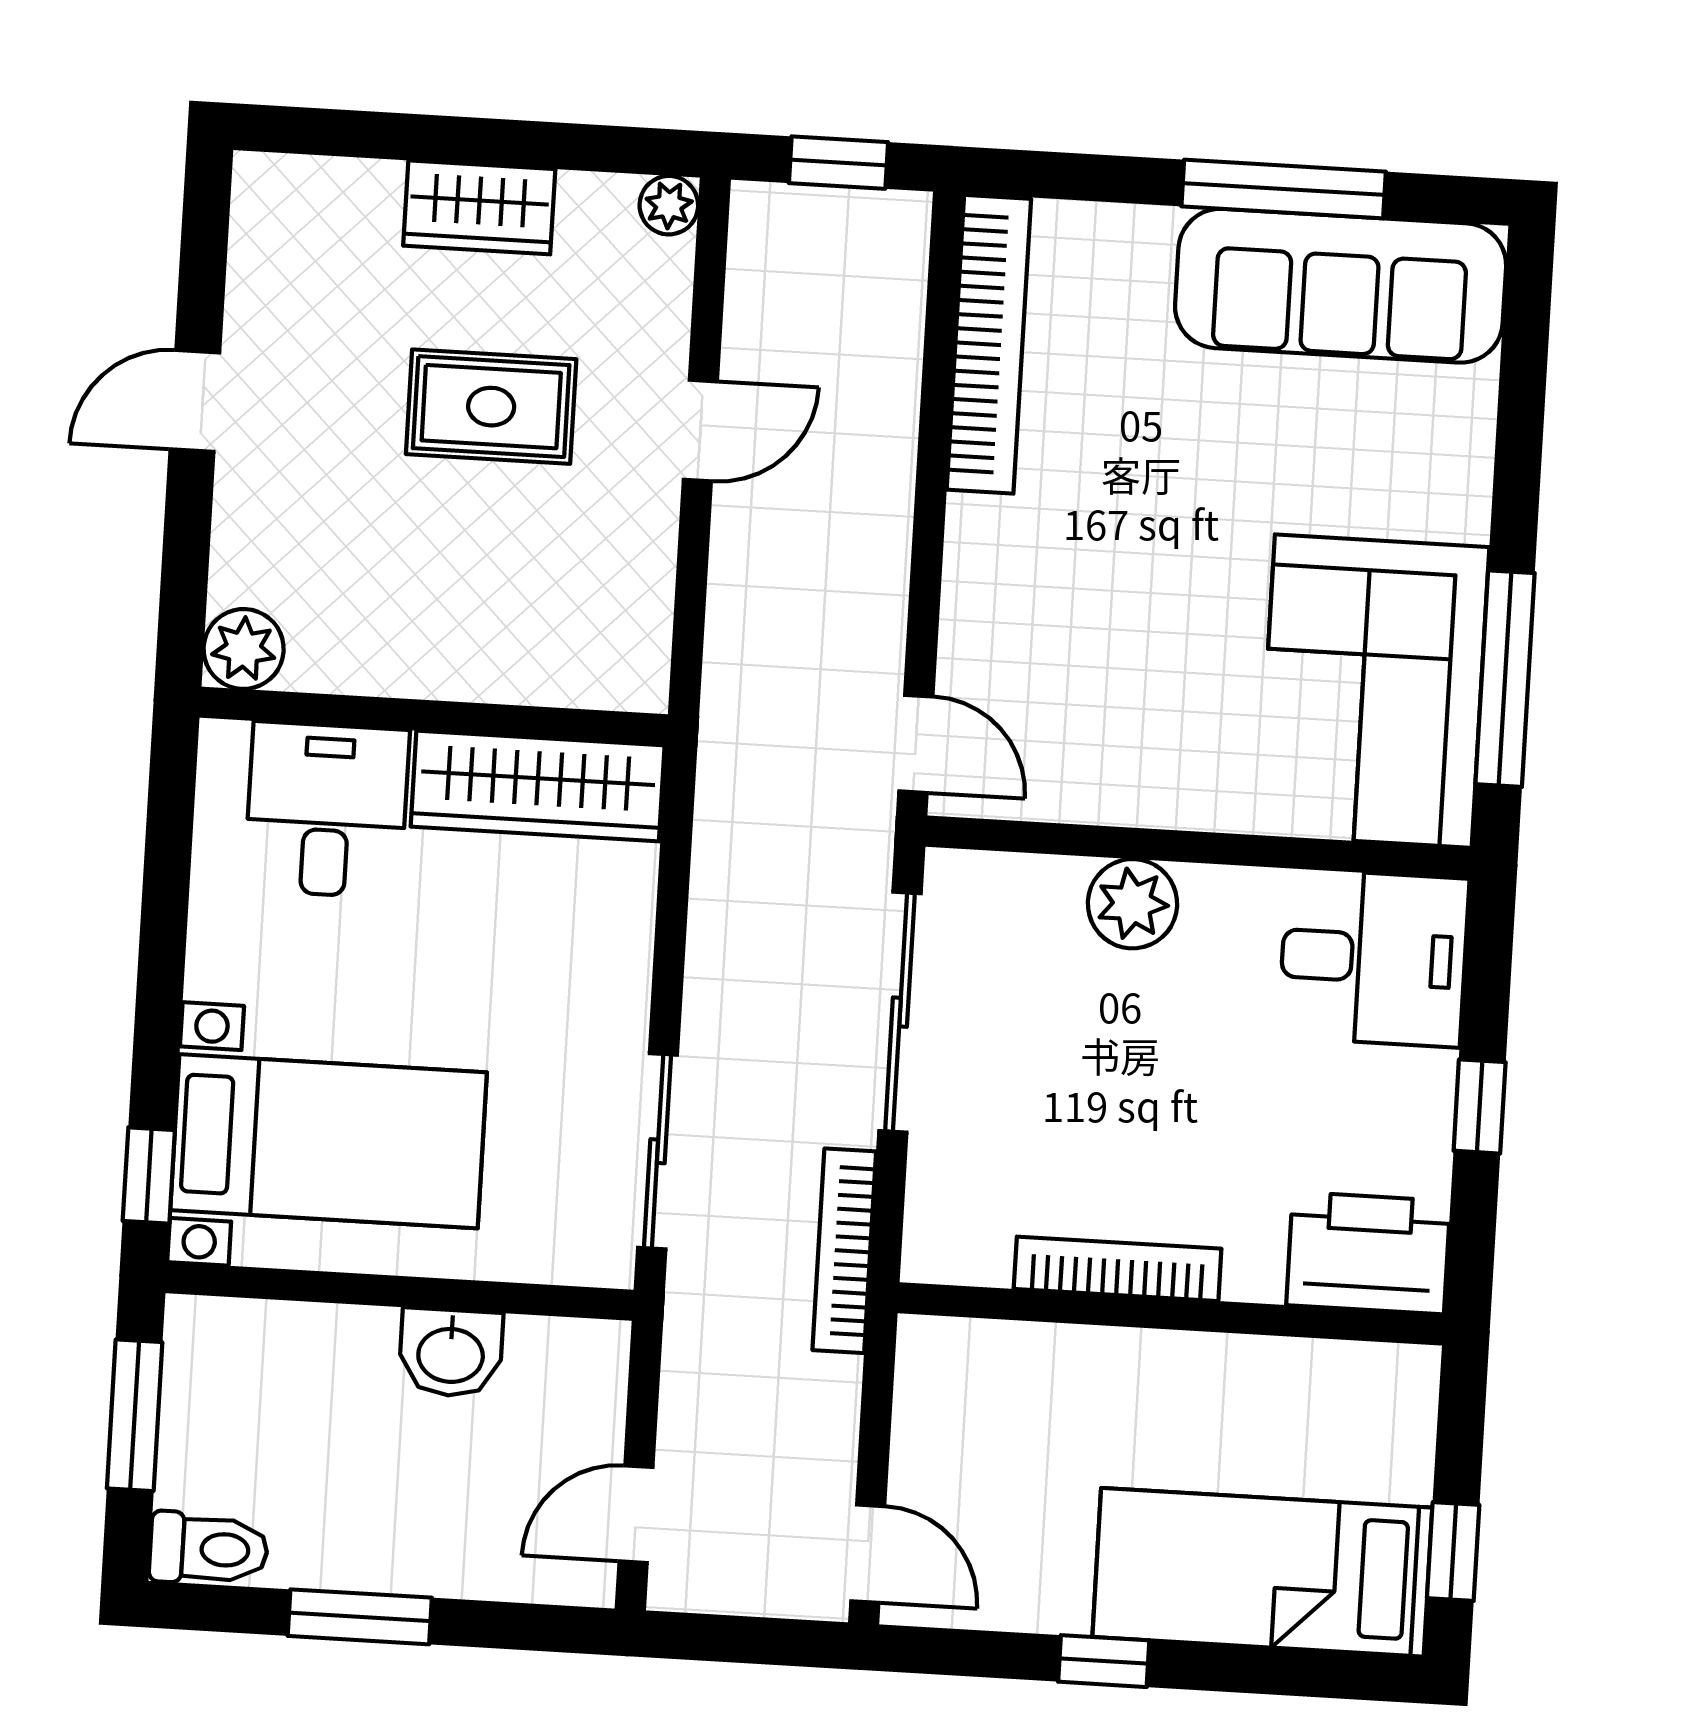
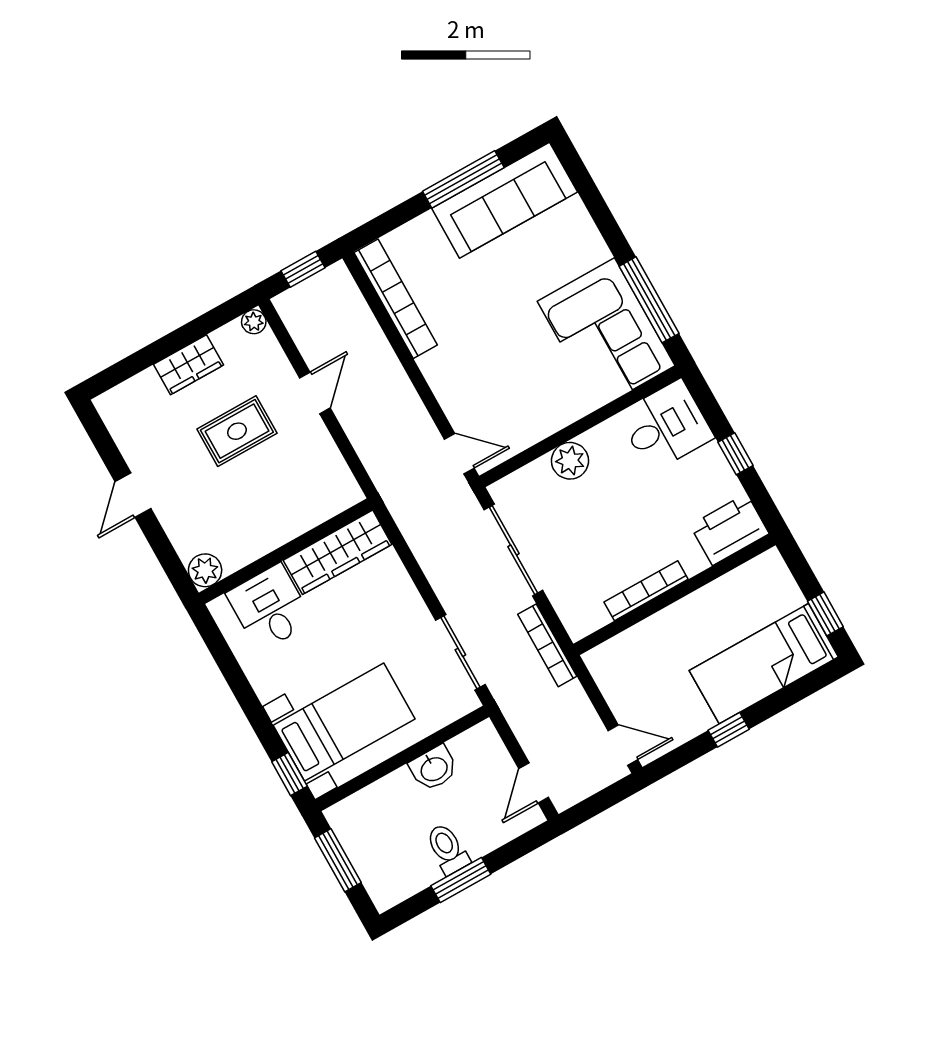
toilet: (209, 1549) -> (447, 849), moved, turned -90

